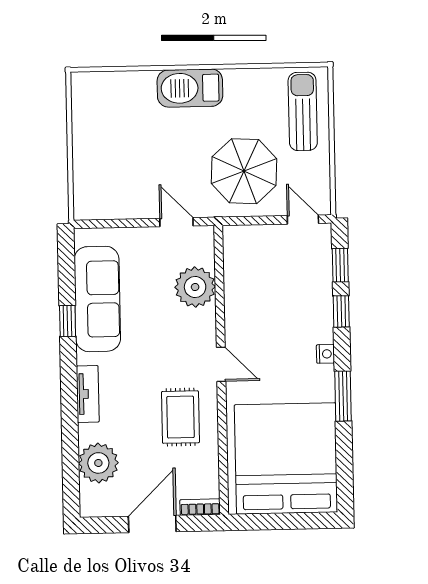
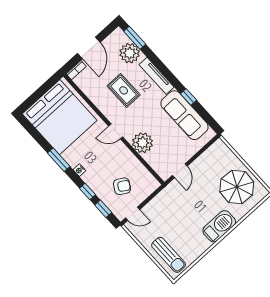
parasol: (244, 171) -> (237, 187), moved
door: (176, 222) -> (180, 171), hinge flipped
armchair: (283, 274) -> (122, 186), added
plant: (195, 287) -> (143, 143), moved
tv unit: (88, 394) -> (157, 76), width x1.41
rug: (180, 417) -> (124, 90), moved
window: (71, 479) -> (135, 38), added

